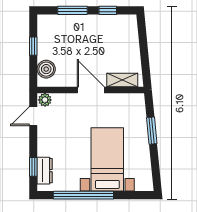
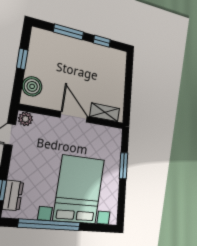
bed with nightstands: (107, 159) -> (79, 190), width x1.36

